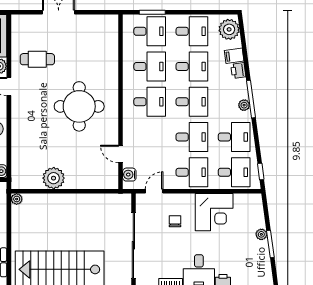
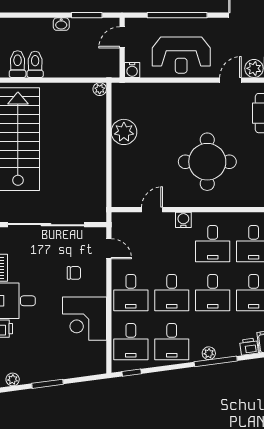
water cooler: (129, 175) -> (183, 220), moved
plant: (261, 234) -> (13, 379), moved

